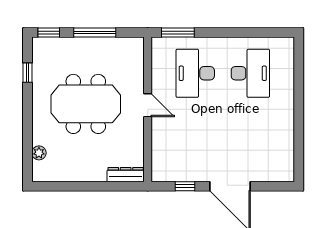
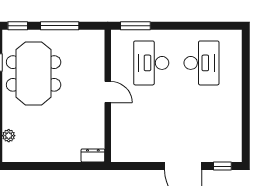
meeting table: (86, 104) -> (34, 73), moved, turned 90
dresser: (126, 175) -> (93, 155), width x0.70
window: (185, 186) -> (222, 166), moved

